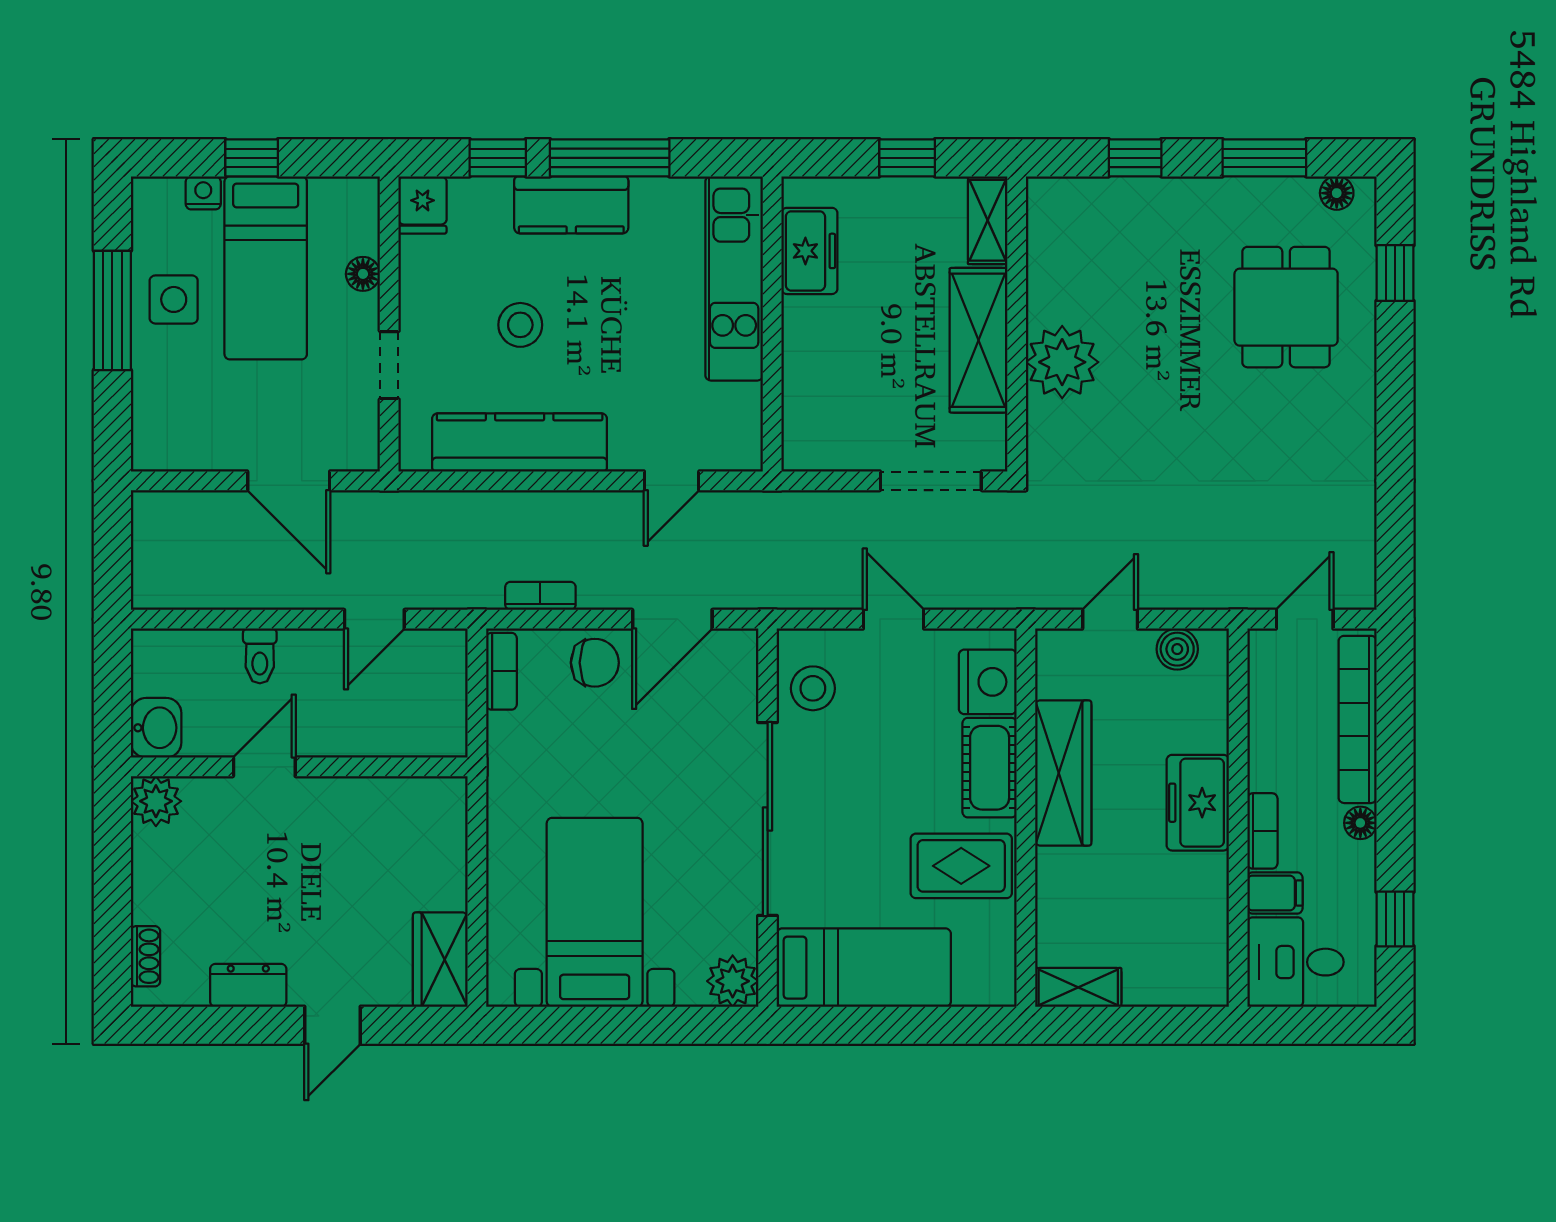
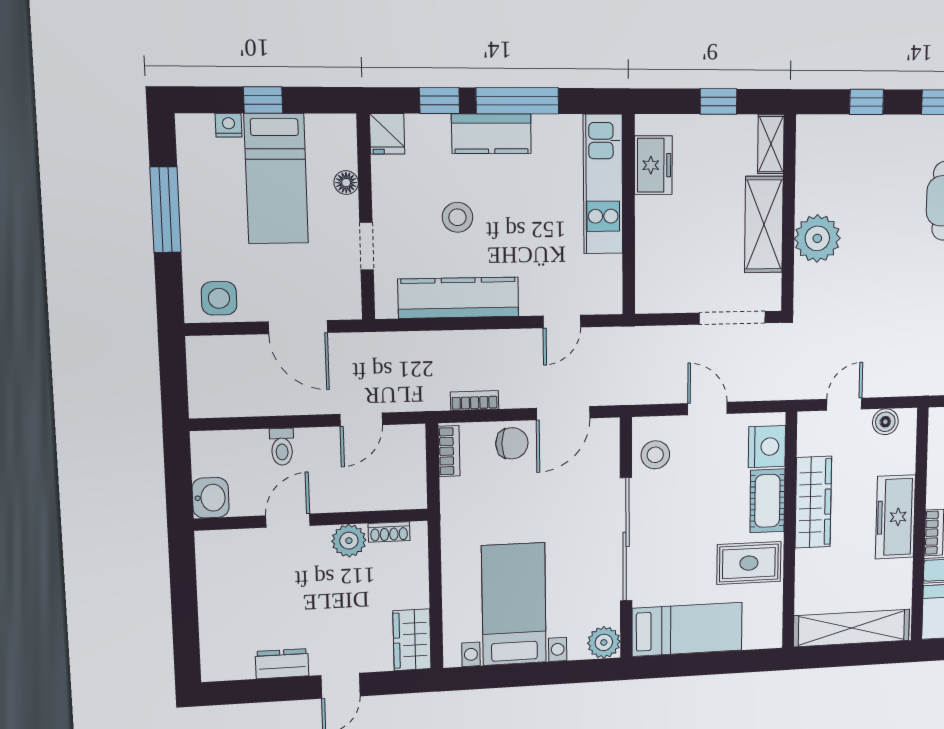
side table: (174, 299) -> (219, 298), moved
plant: (156, 801) -> (349, 541), moved
freezer: (1198, 803) -> (895, 517), width x1.40
shoe rack: (145, 956) -> (389, 532), moved, turned 90
shelving: (1078, 987) -> (852, 628), width x2.20, depth x1.33

